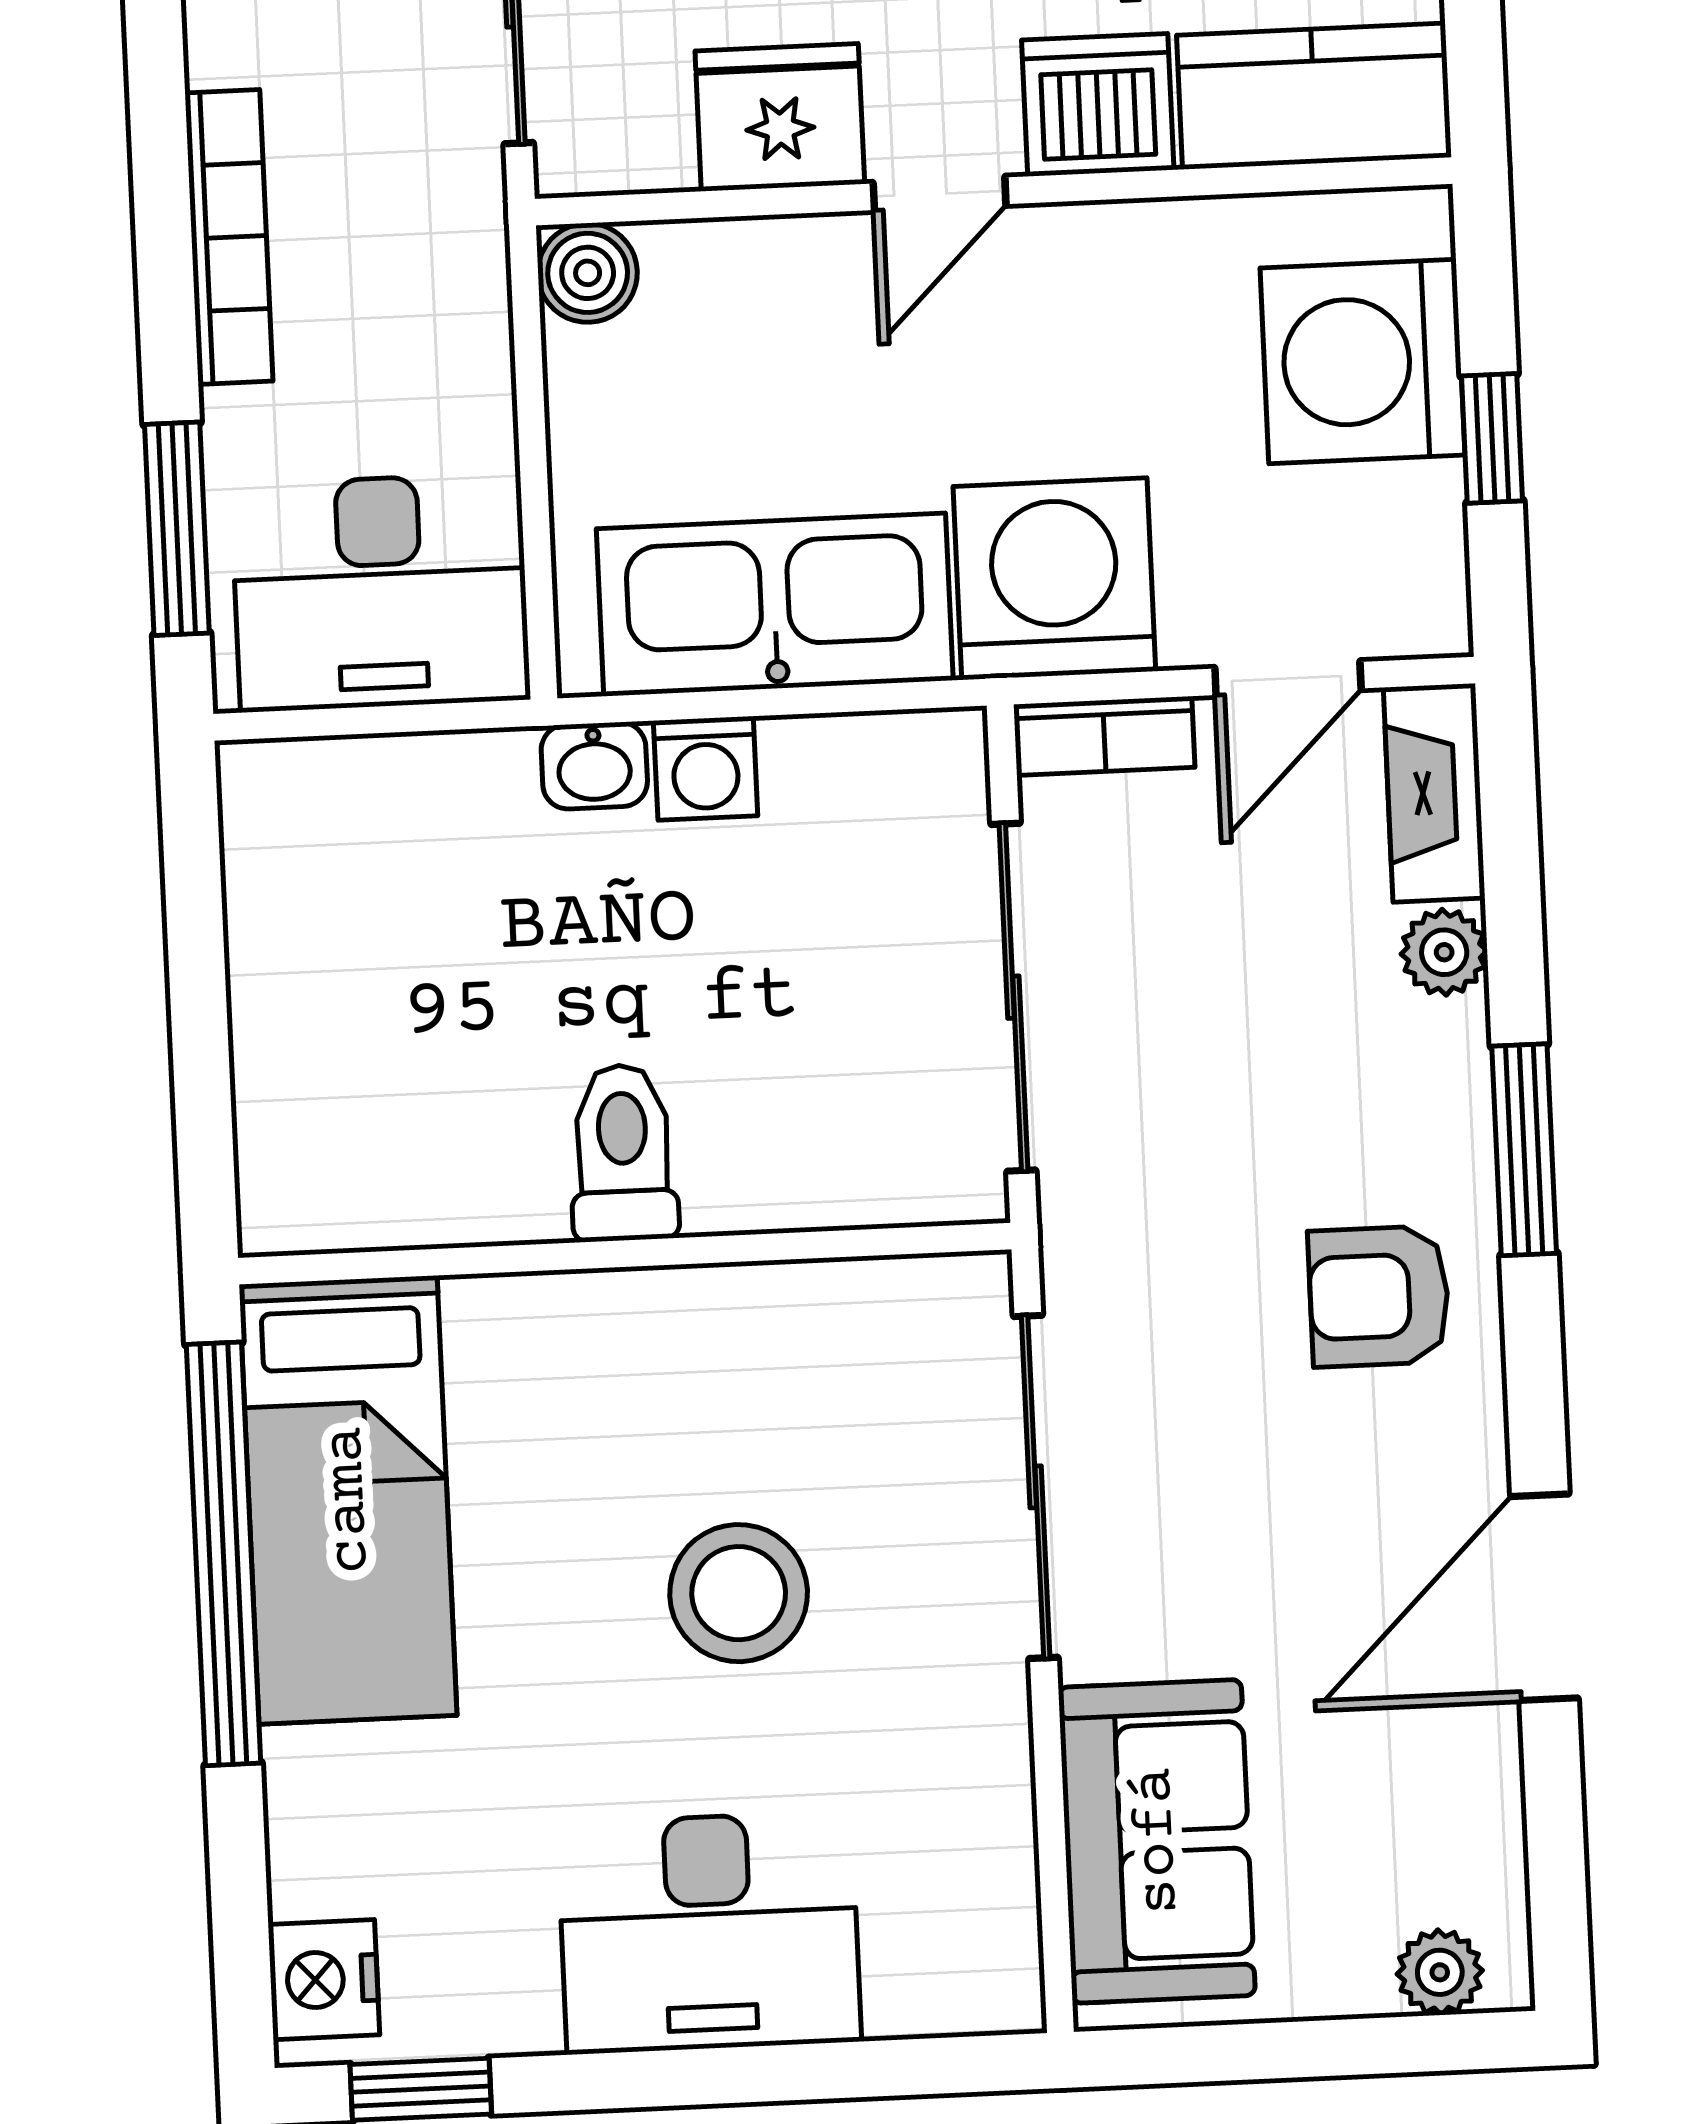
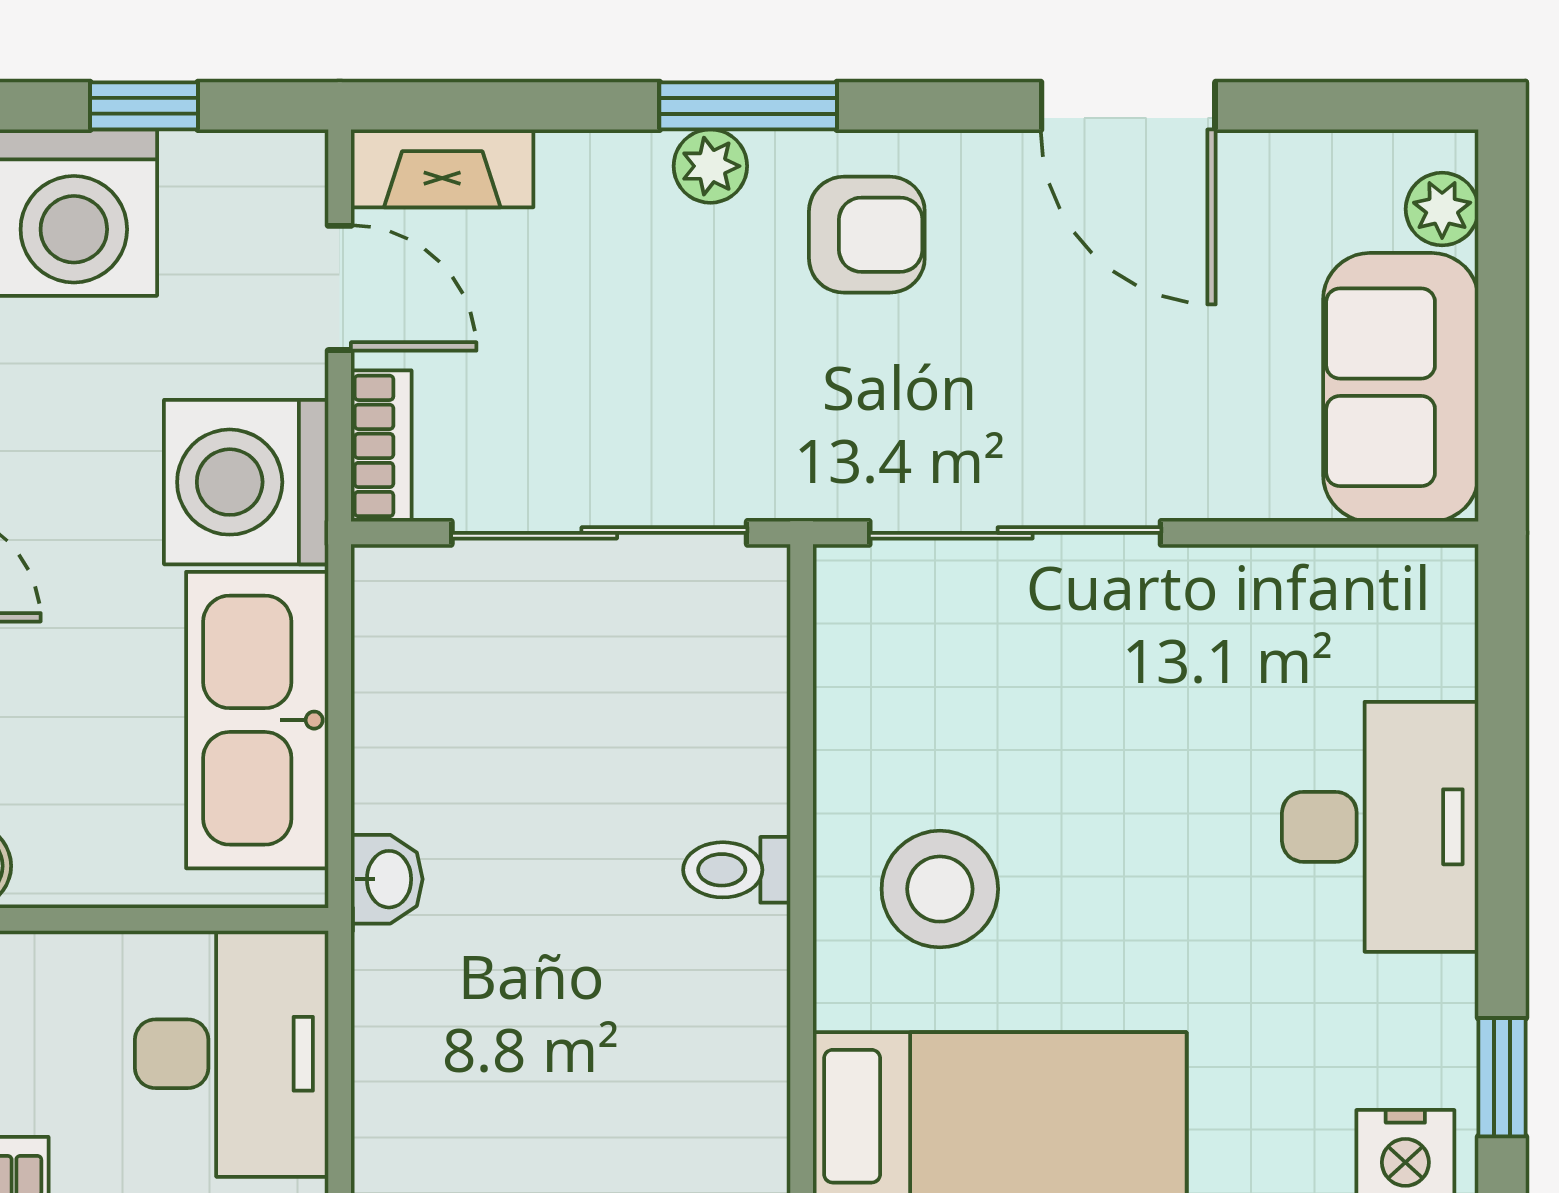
washing machine: (706, 768) -> (393, 785), removed
plant: (1444, 952) -> (710, 166), moved
toilet: (623, 1153) -> (737, 870), width x0.73, depth x0.72
armchair: (1379, 1296) -> (867, 235), turned -90
stool: (739, 1593) -> (940, 889), moved
sofa: (1157, 1841) -> (1401, 387), moved, turned -90

